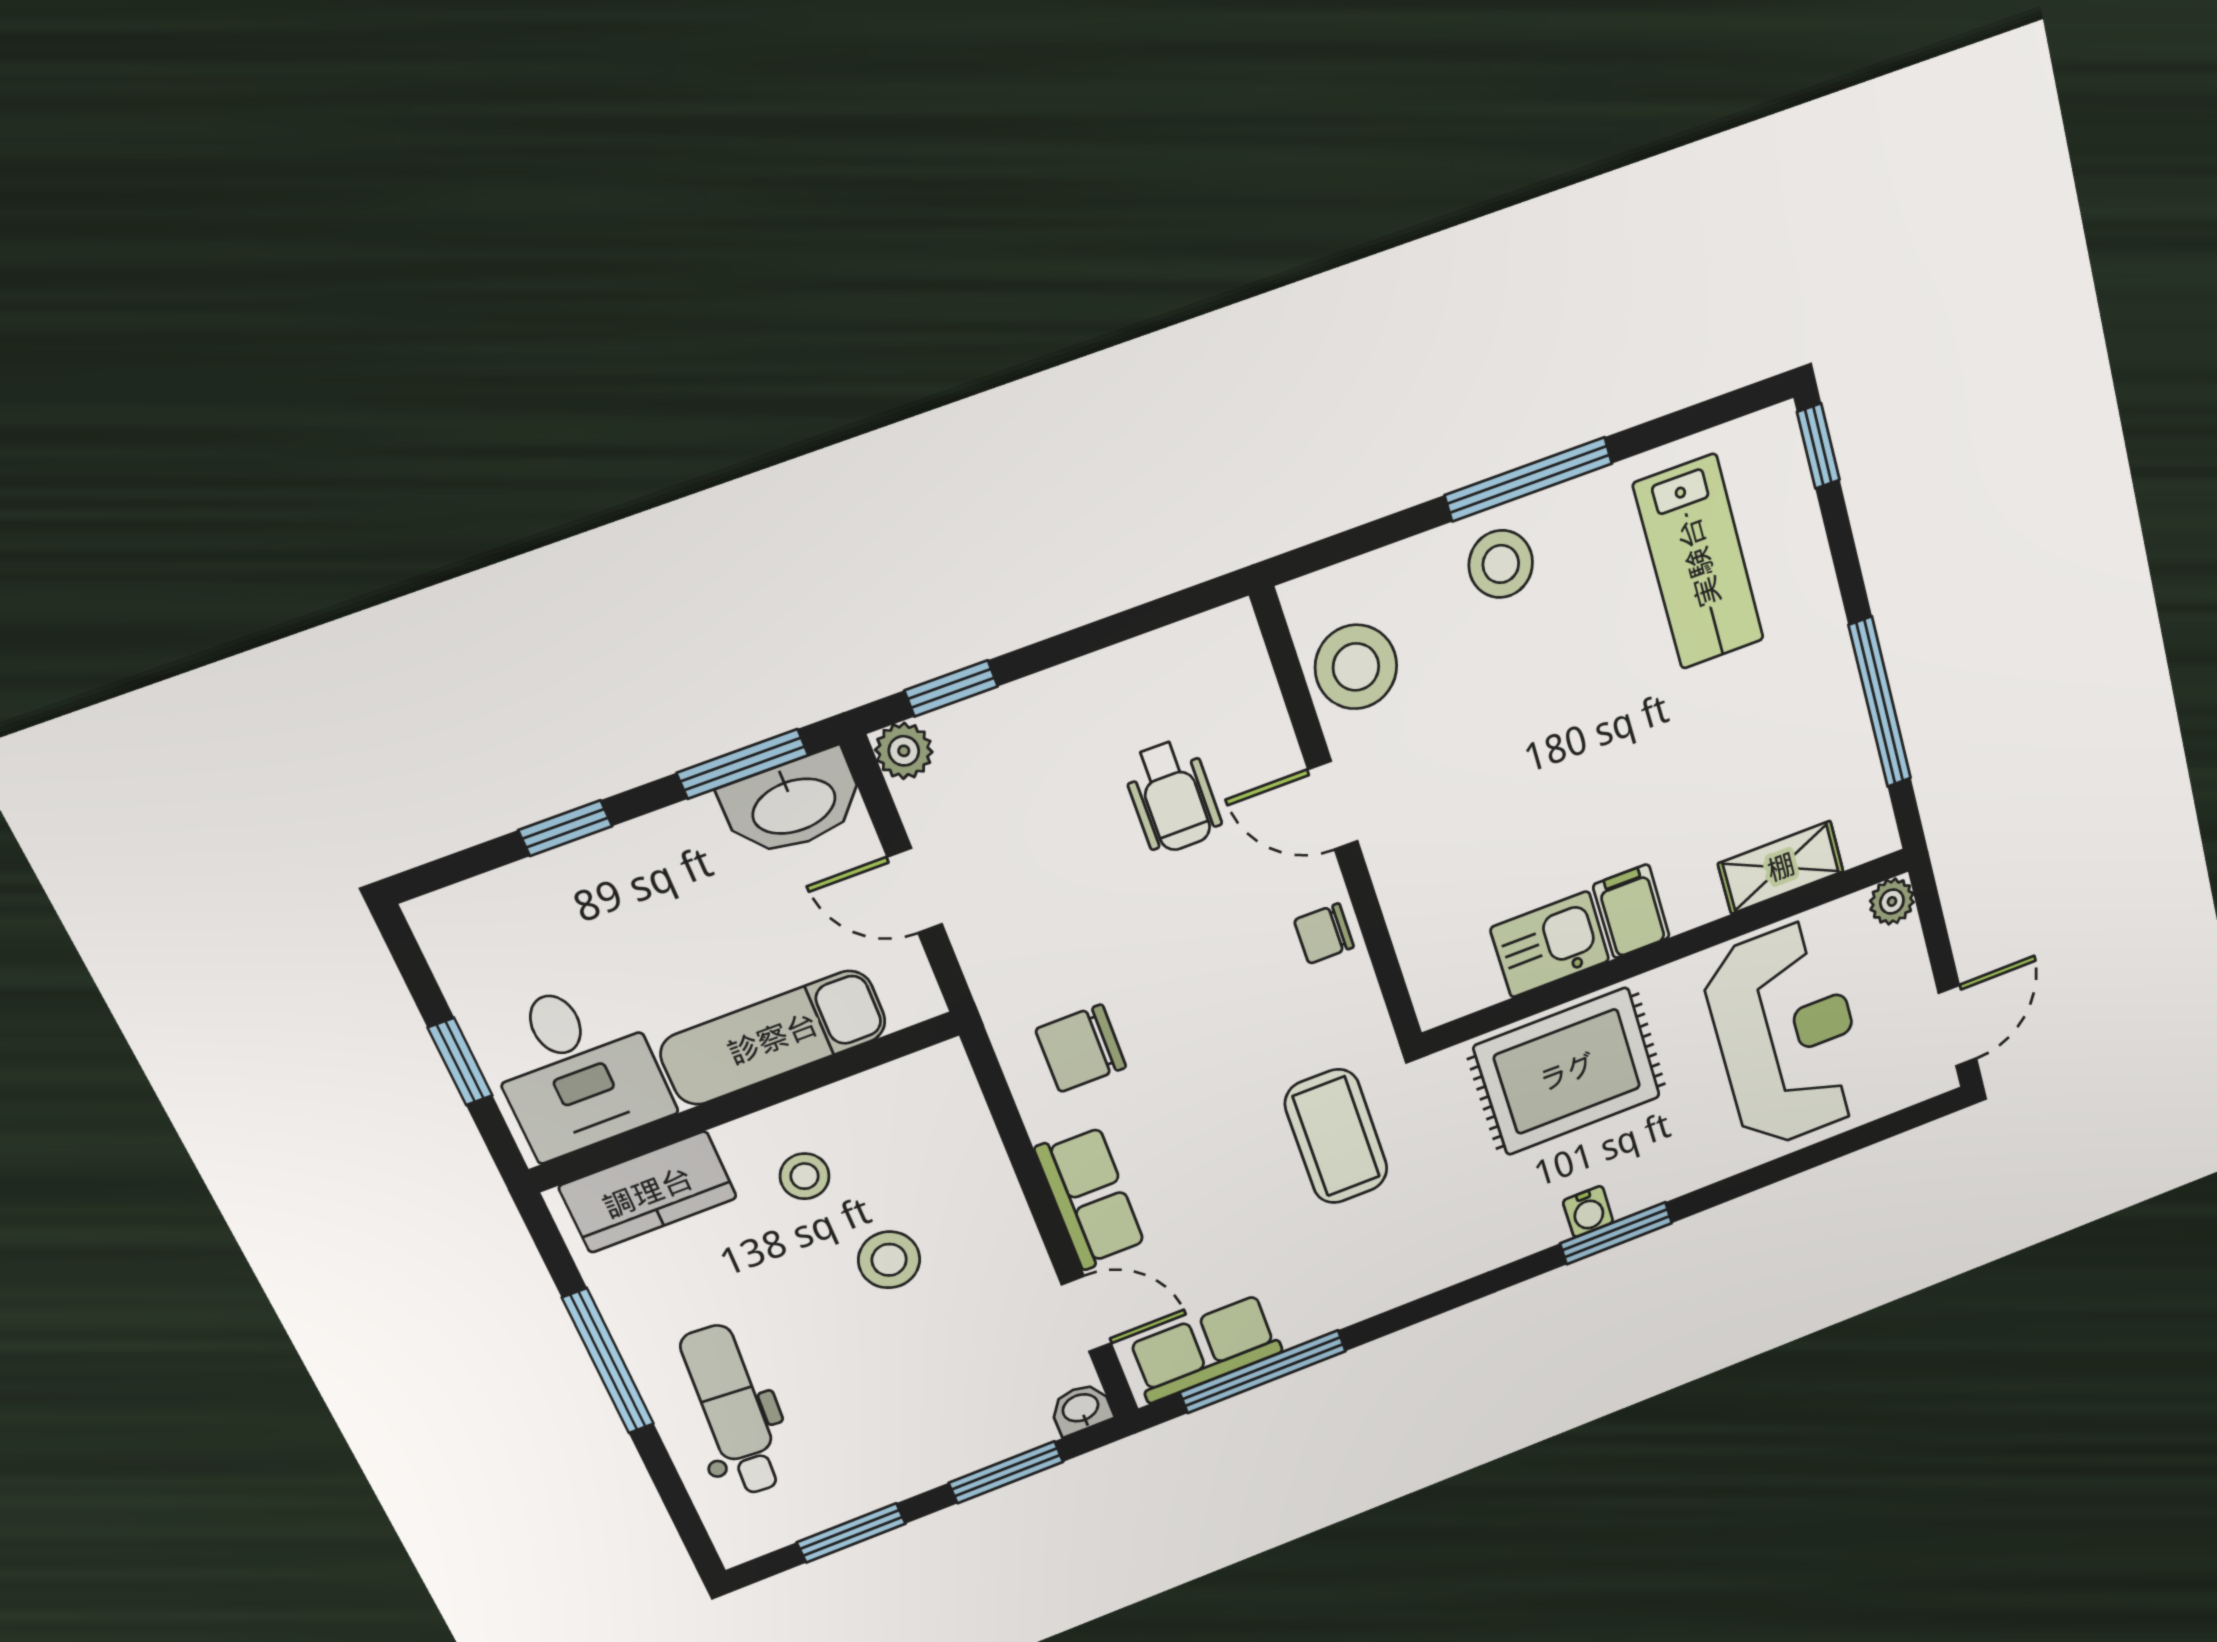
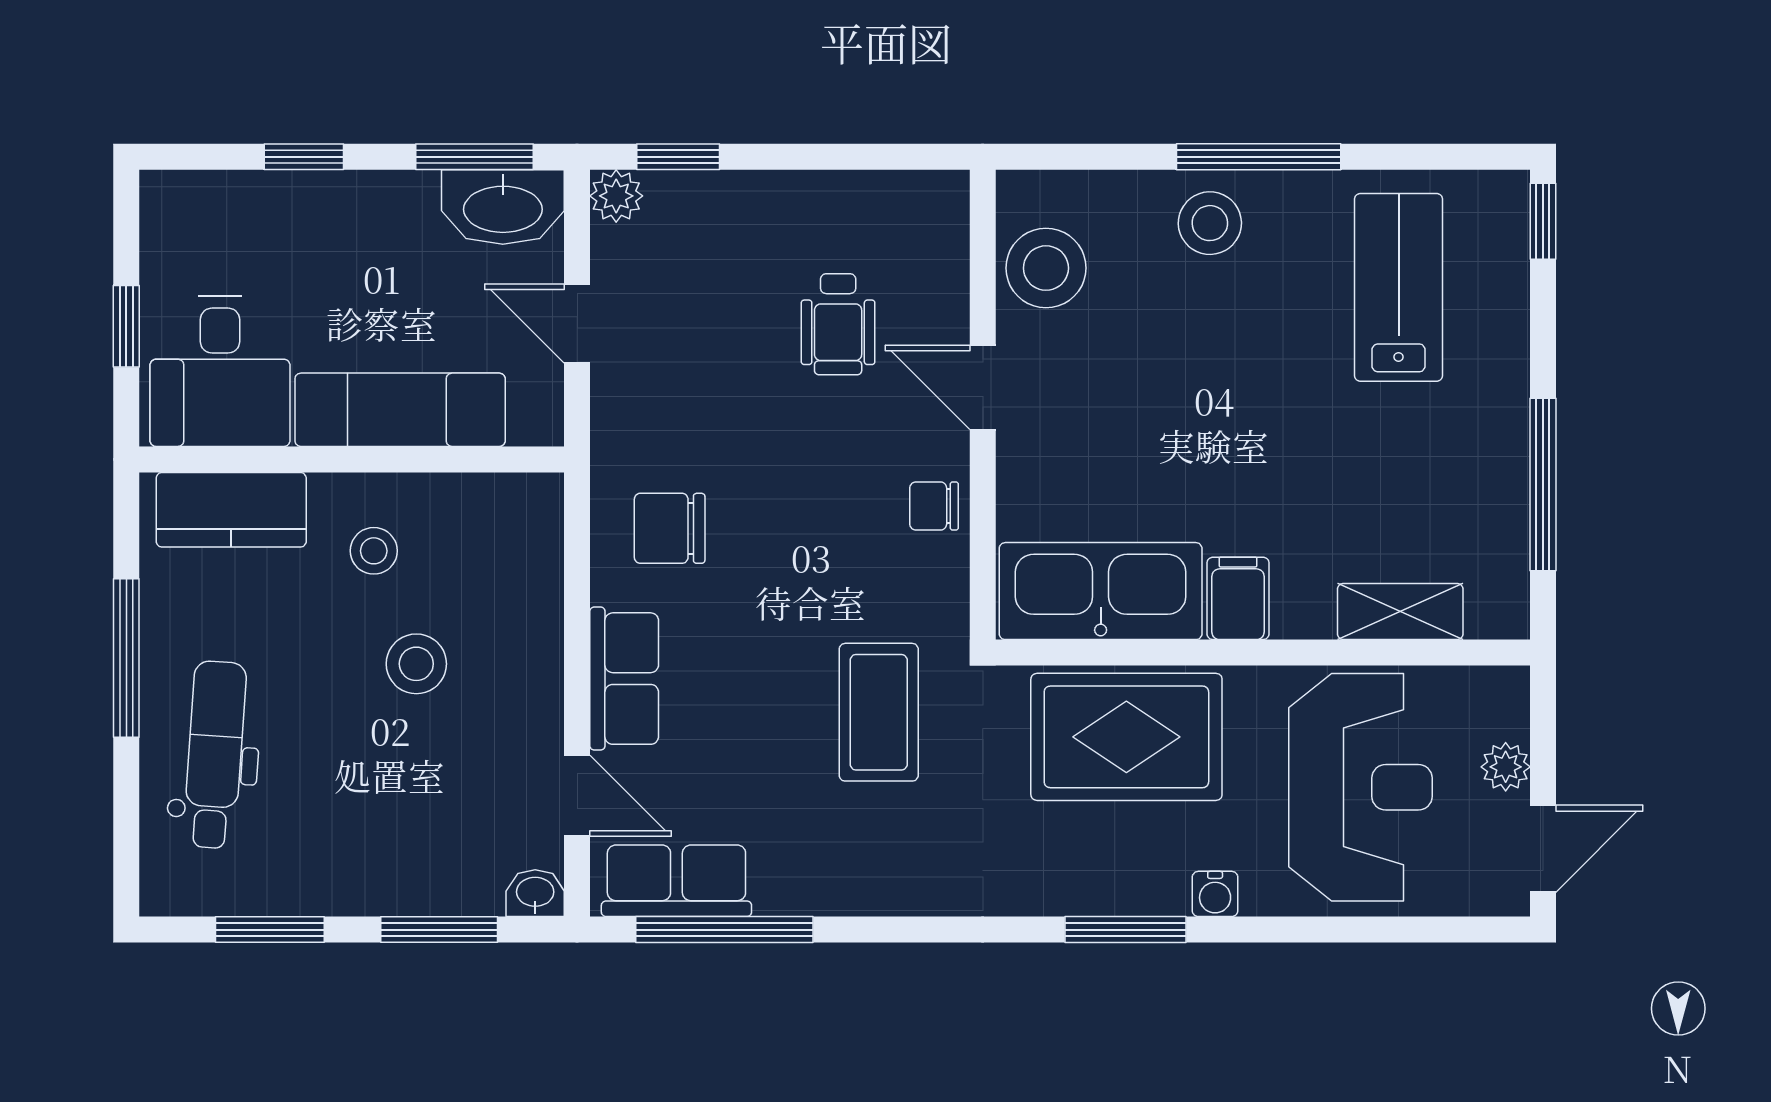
lab bench: (1699, 562) -> (1399, 287), turned 180
plant: (1892, 902) -> (1506, 767), moved
kitchen sink: (1550, 944) -> (1101, 591), width x1.88, depth x1.24
water cooler: (1588, 1212) -> (1215, 894), moved

